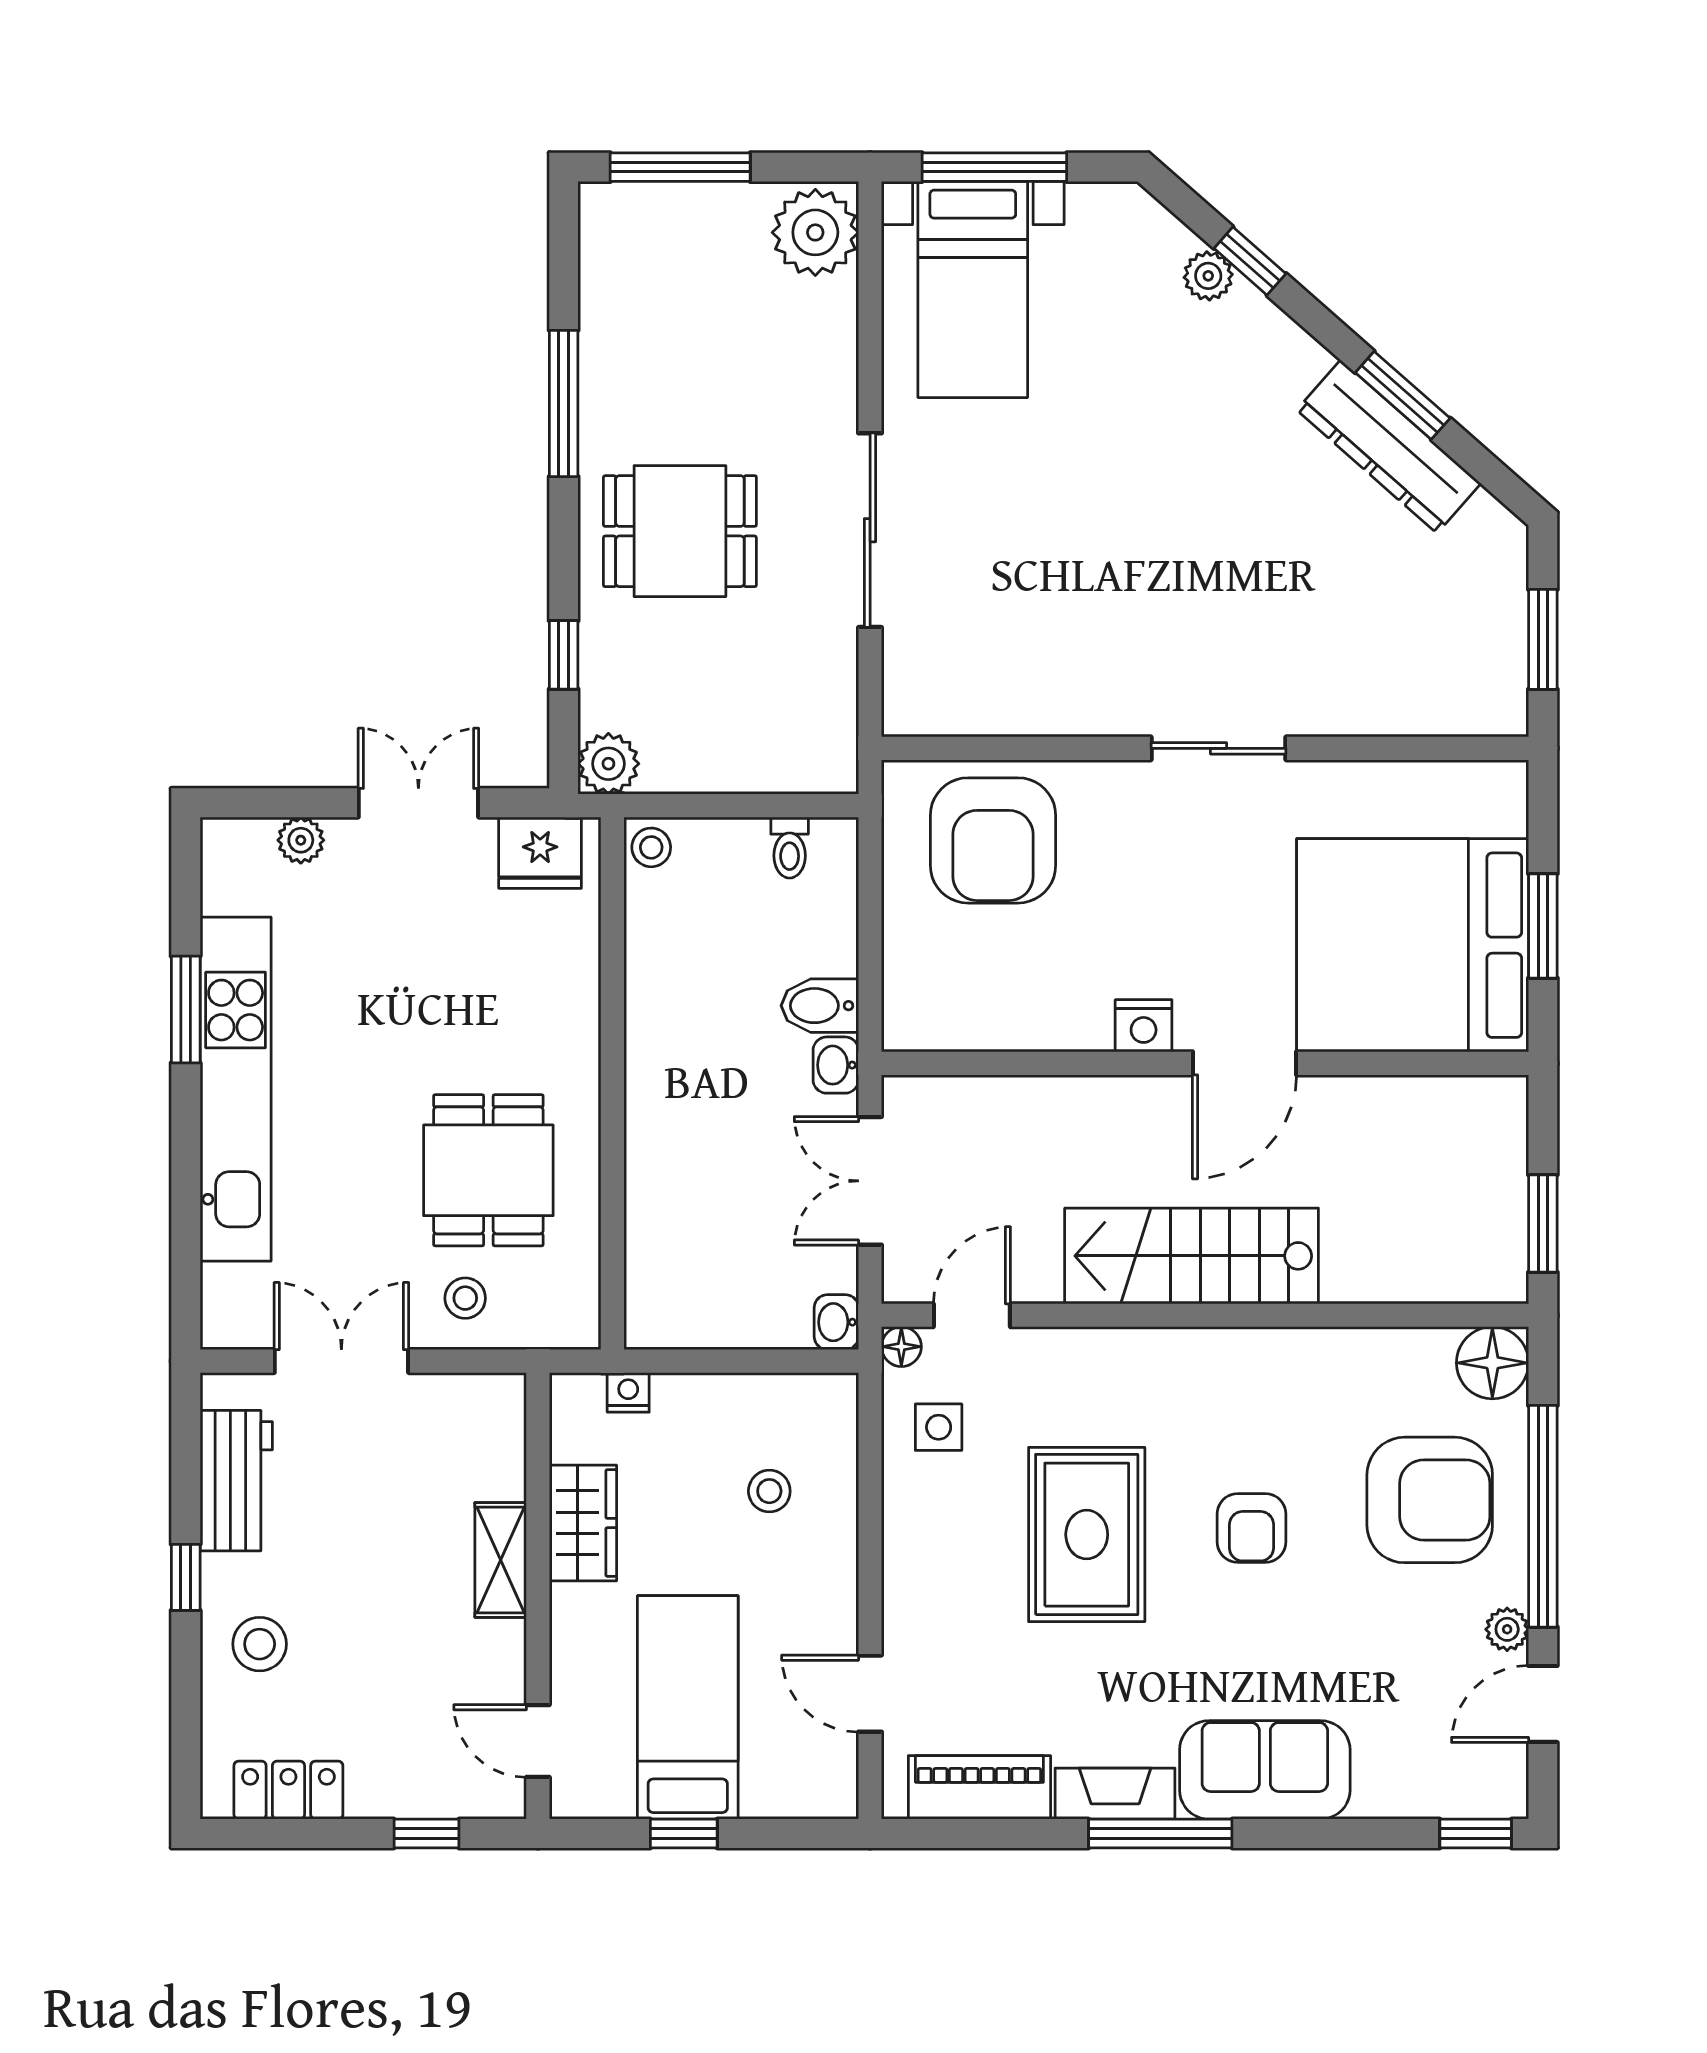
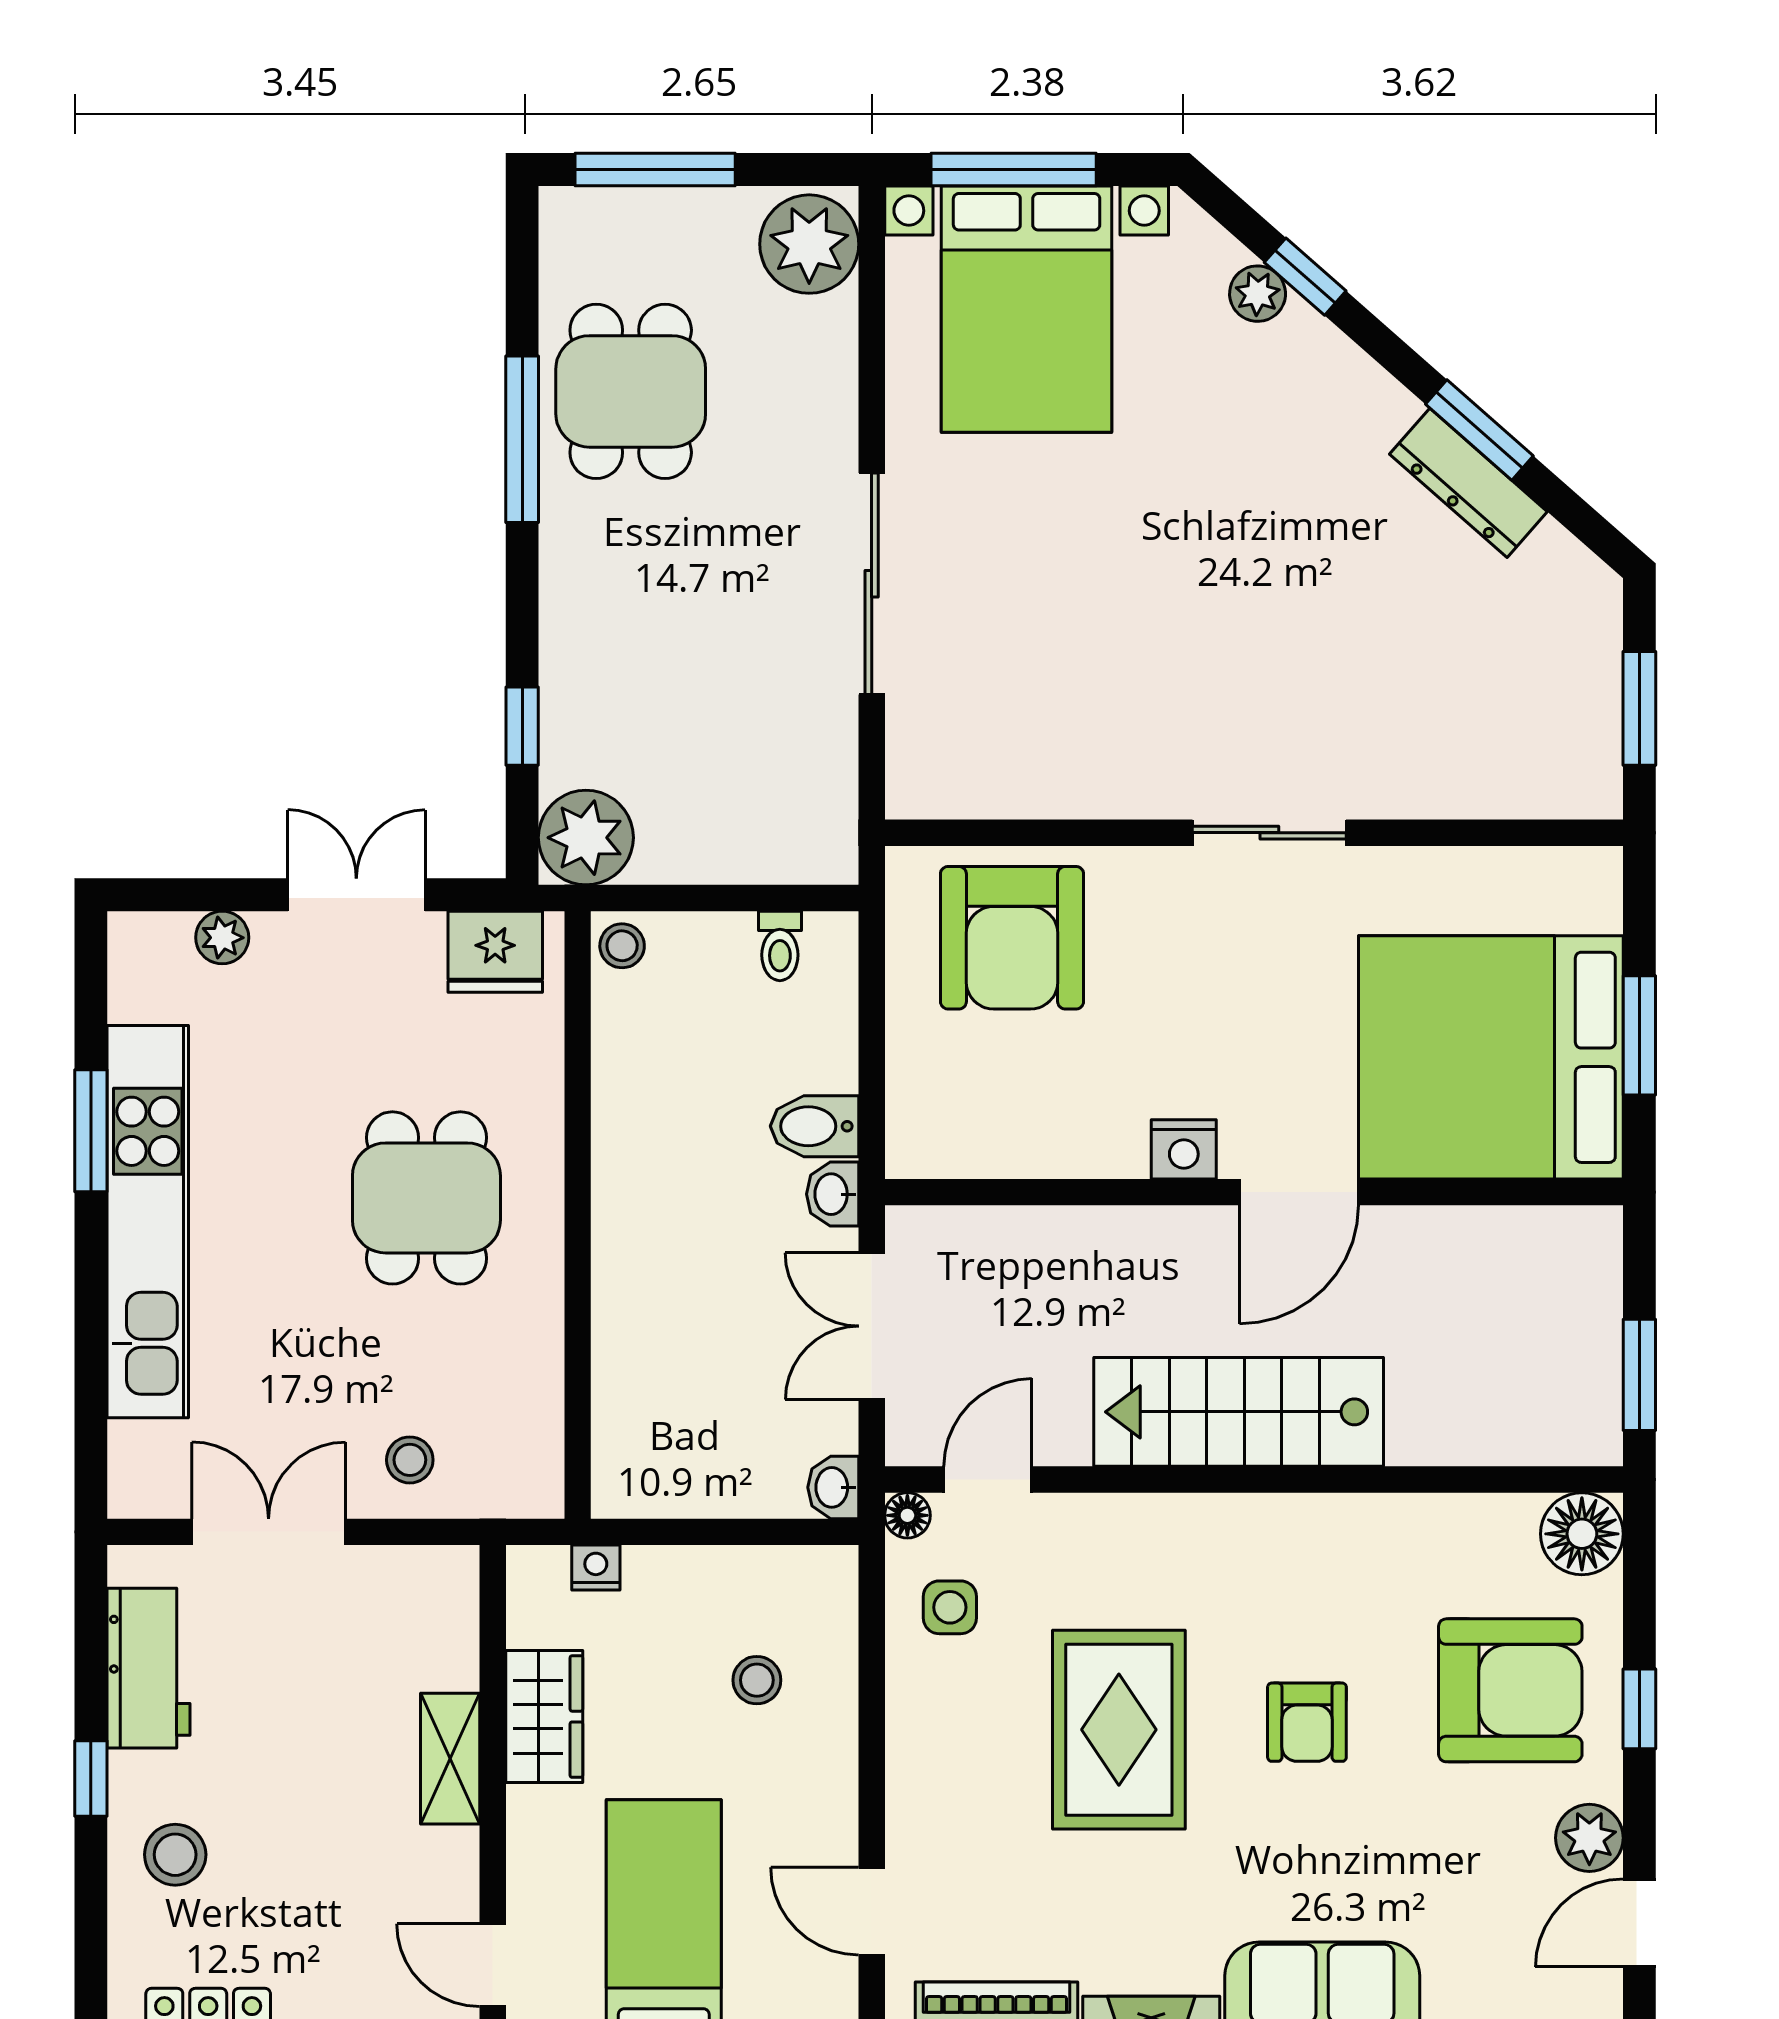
bed with nightstands: (973, 289) -> (1027, 309), width x1.36
dresser: (1389, 447) -> (1468, 483), width x0.73, depth x0.80
dining table: (680, 531) -> (631, 391), moved, turned 90
plant: (608, 764) -> (586, 838), width x1.36, depth x1.36
dining table: (488, 1170) -> (426, 1198), moved
window: (1543, 1516) -> (1639, 1709), width x0.32
plant: (1507, 1629) -> (1589, 1838), width x1.38, depth x1.38

